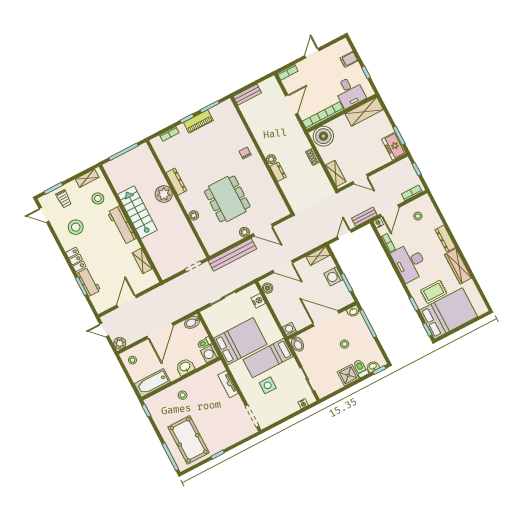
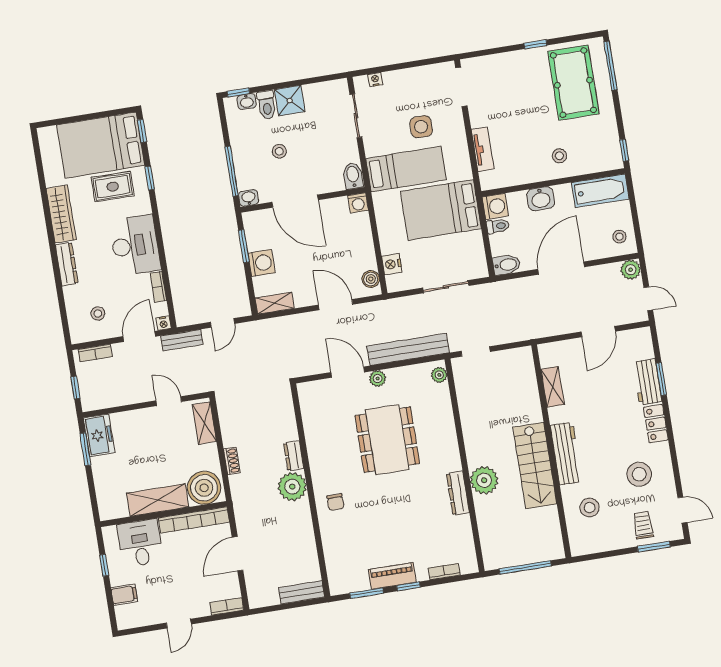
shelving: (364, 112) -> (158, 500), moved
plant: (271, 159) -> (292, 487), width x1.88, depth x1.88
shelving: (87, 178) -> (596, 545), removed
plant: (194, 215) -> (439, 375), moved

